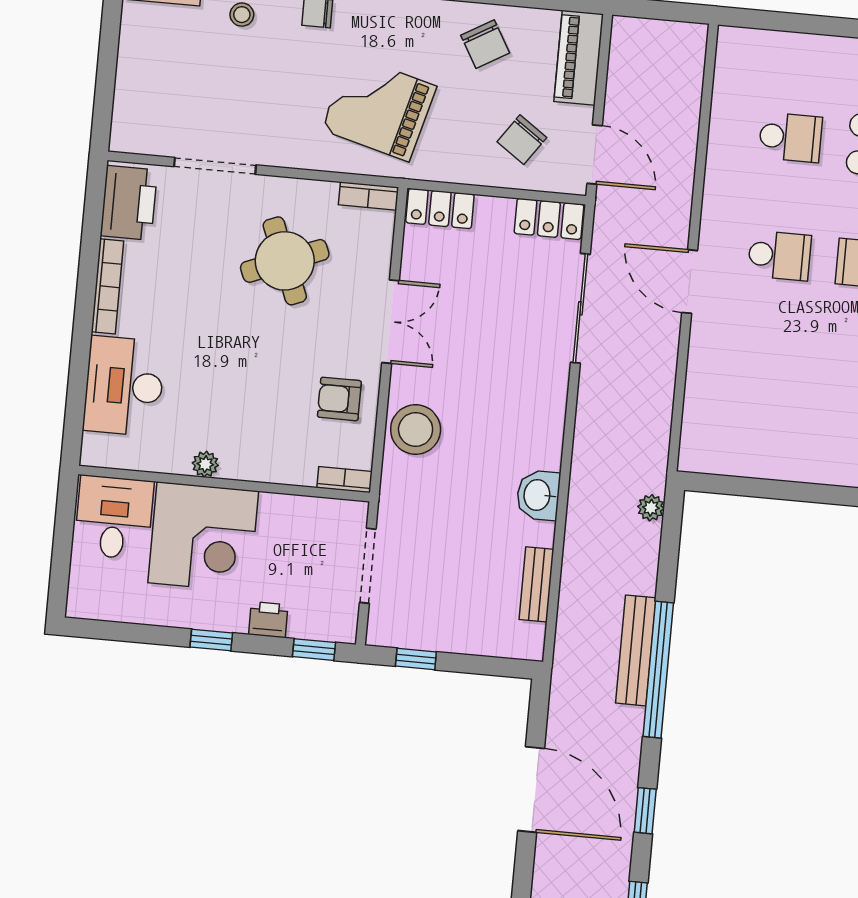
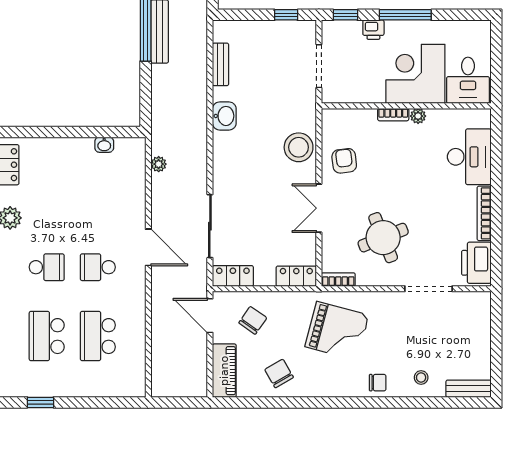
school desk: (790, 137) -> (98, 336), width x1.85
armchair: (339, 399) -> (344, 161), turned -97
washbasin: (749, 465) -> (104, 145), added
bookcase: (345, 480) -> (393, 115), moved
plant: (651, 508) -> (159, 164), moved
window: (211, 640) -> (405, 15), width x2.17

